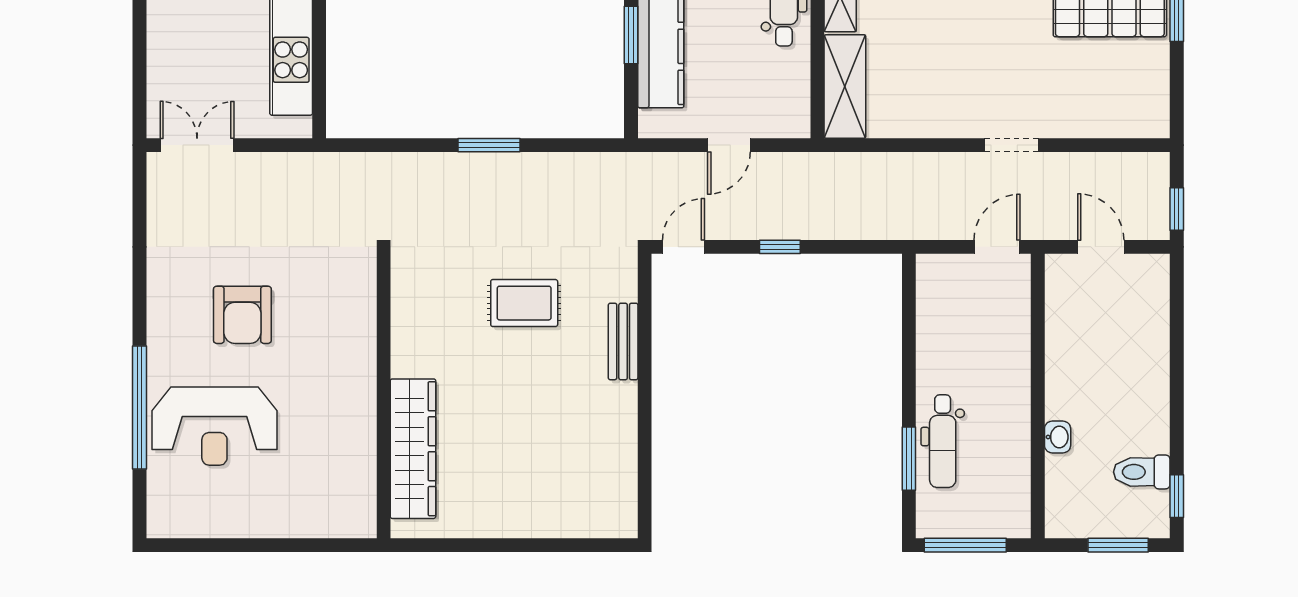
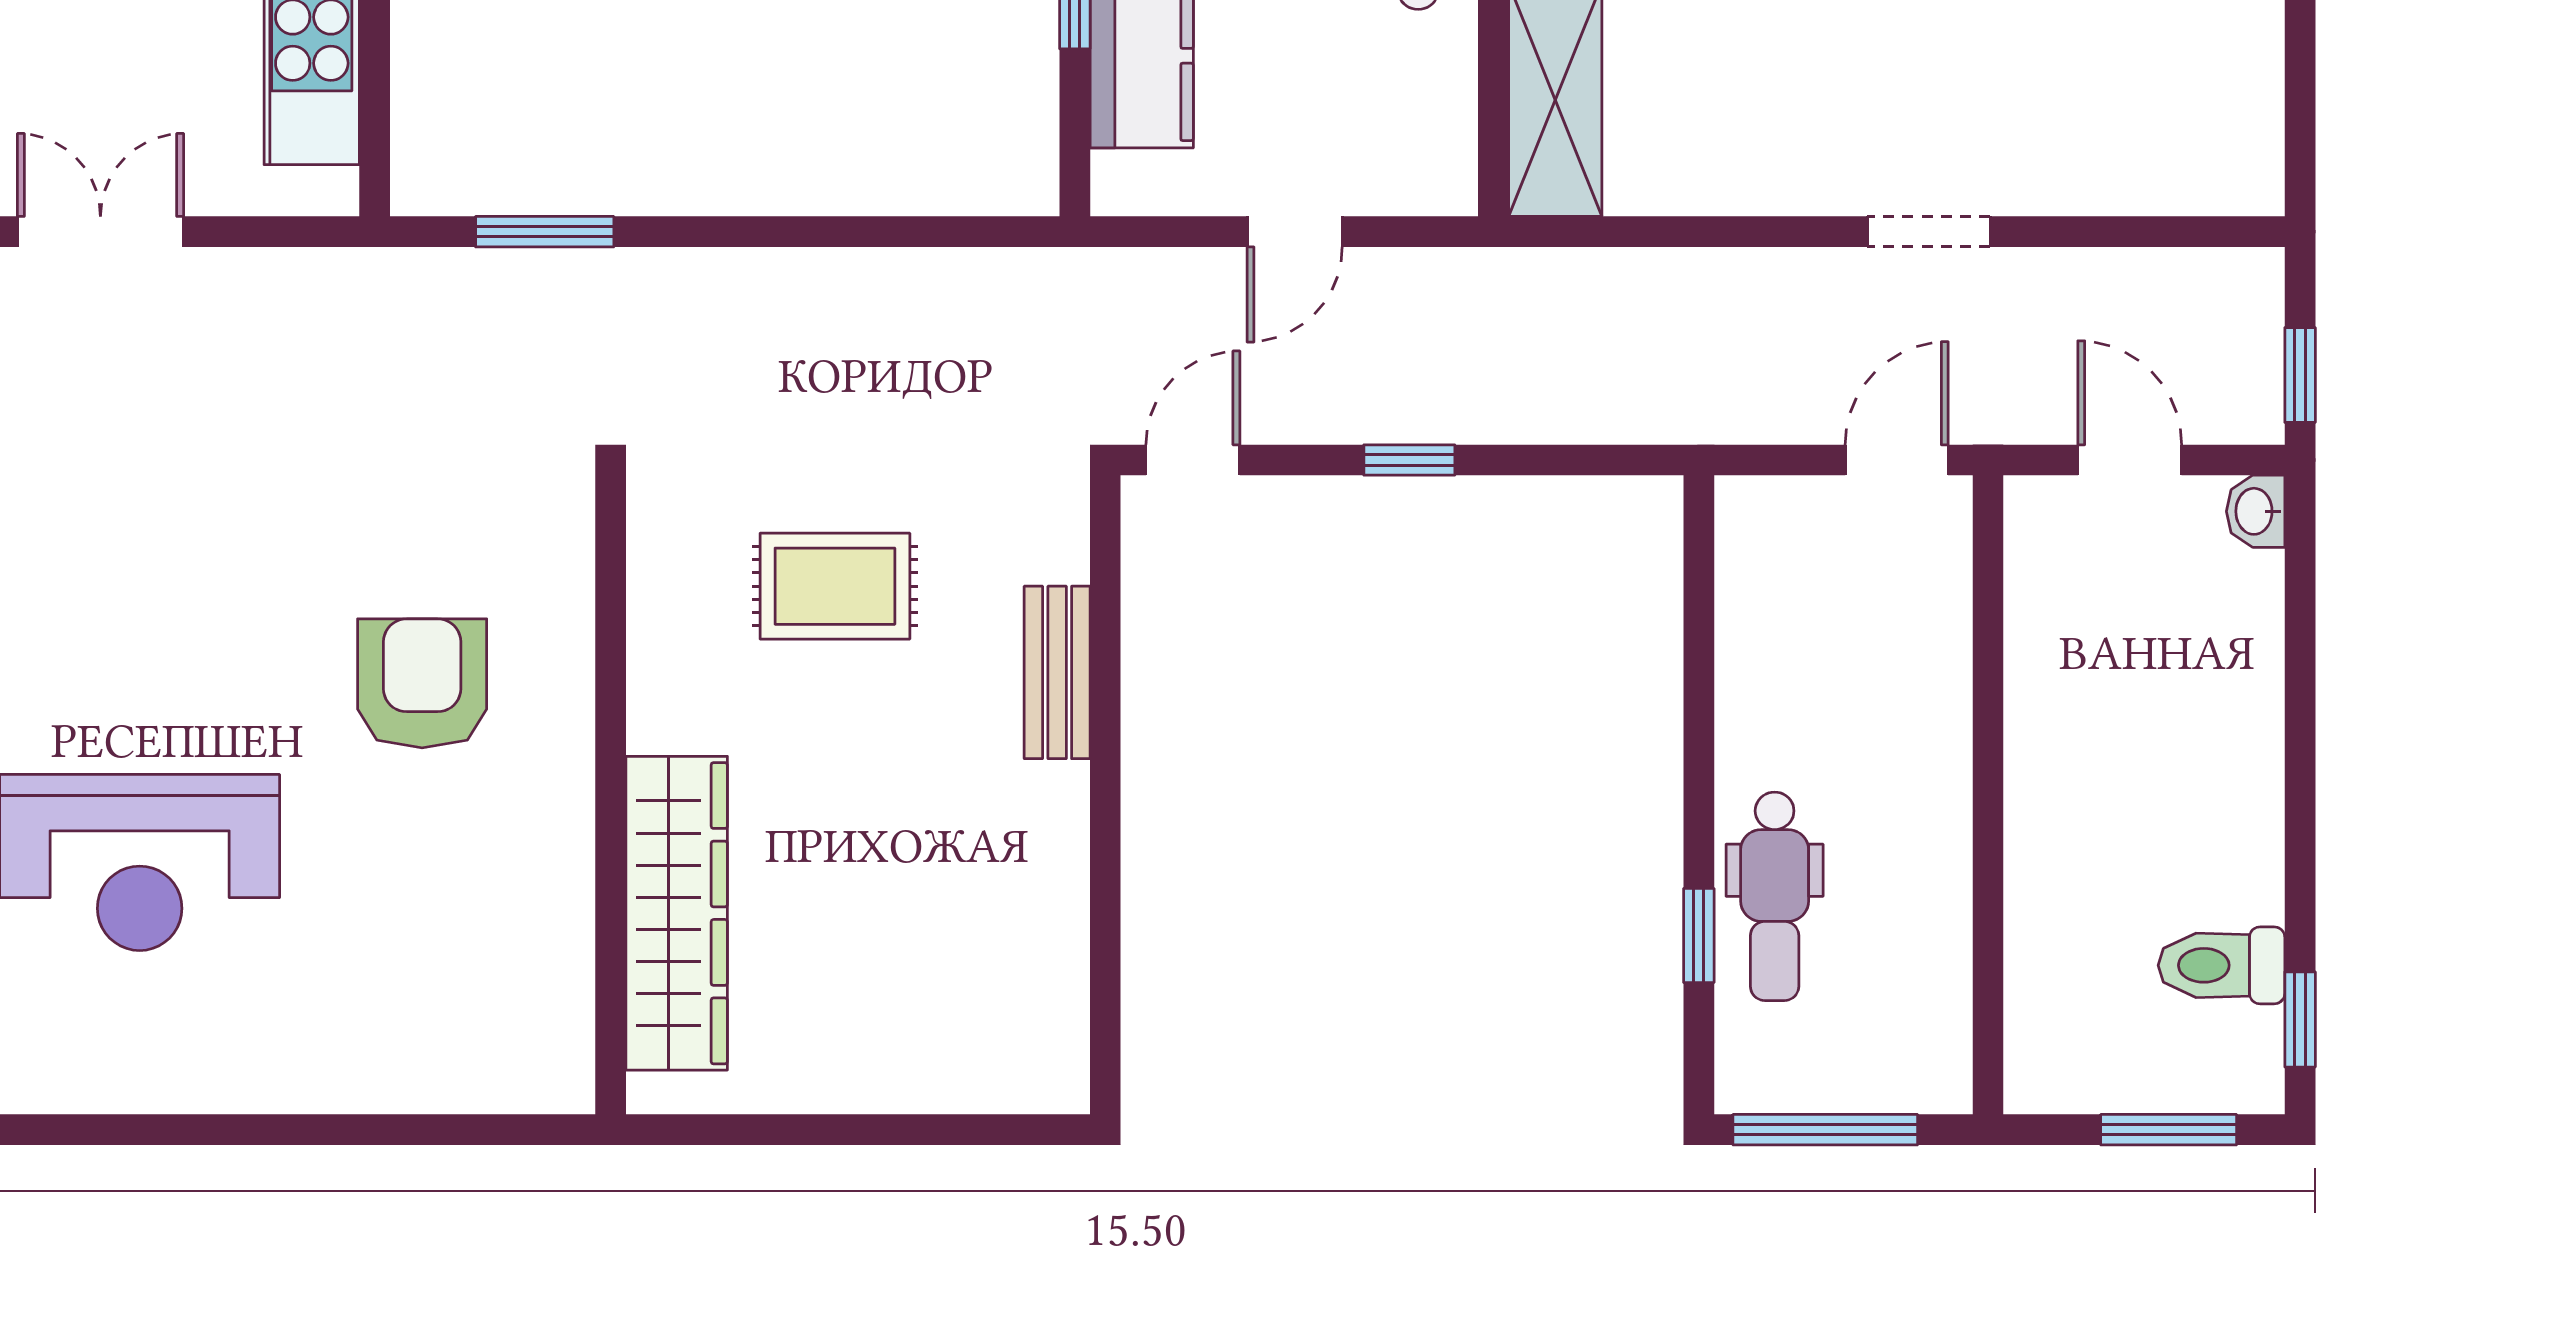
window: (489, 145) -> (545, 232), moved
armchair: (242, 315) -> (422, 683), moved, turned 180
wall: (384, 396) -> (611, 795), moved
washbasin: (1058, 437) -> (2256, 511), moved, turned 180
wardrobe: (413, 449) -> (677, 913), moved
window: (909, 459) -> (1699, 936), width x0.67

